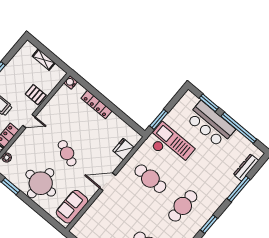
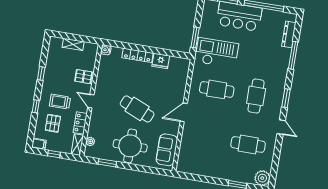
door: (29, 121) -> (91, 101), swing flipped
fridge: (124, 149) -> (161, 61), moved, turned -90
cafe table: (67, 153) -> (137, 109), width x1.37, depth x1.35

